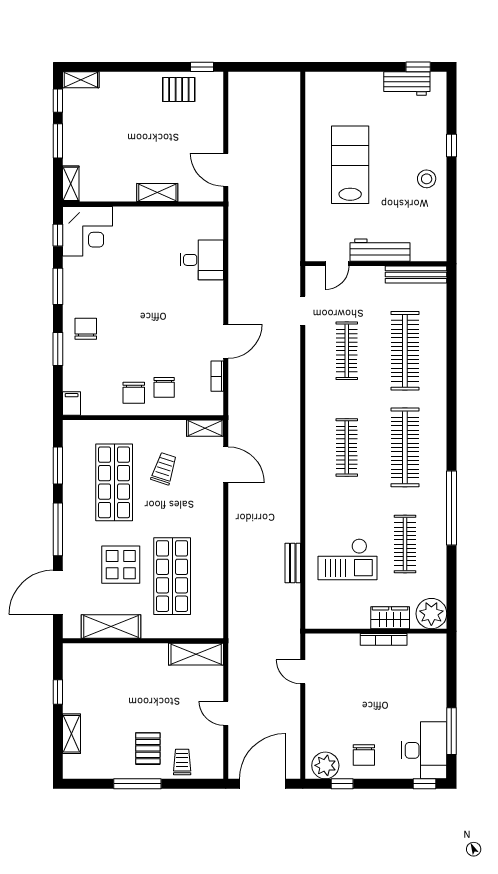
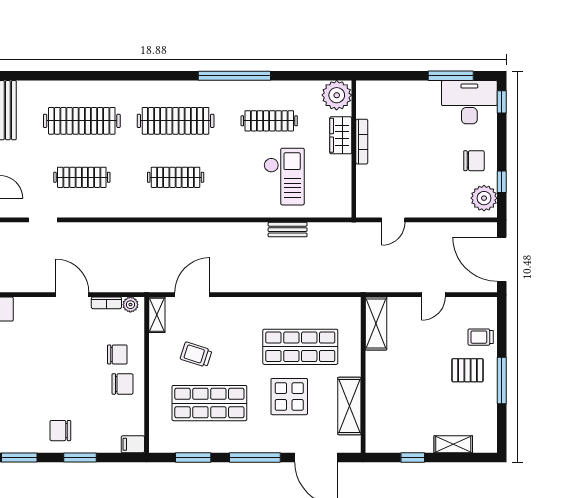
plant: (216, 401) -> (130, 305), added

